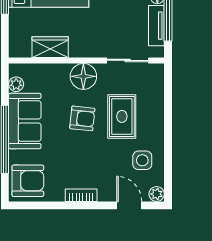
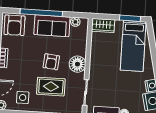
wardrobe: (50, 47) -> (103, 25), moved, turned 90

